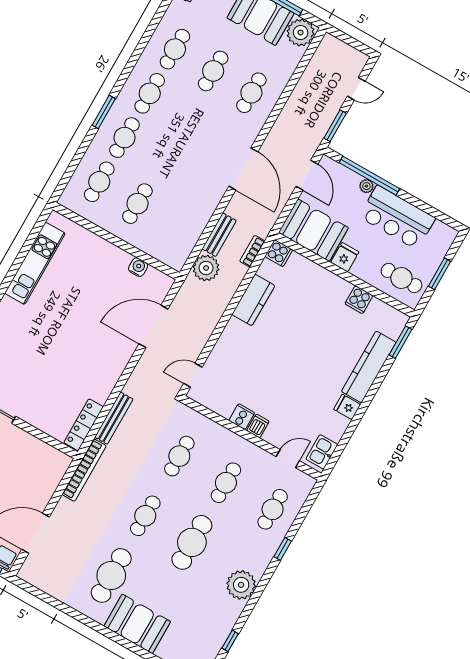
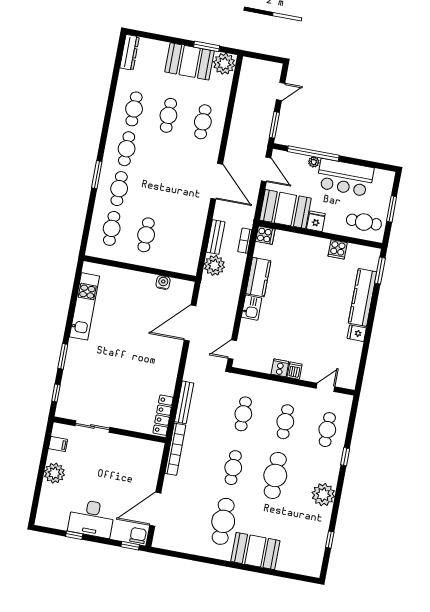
kitchen sink: (322, 452) -> (252, 308), moved, turned 180

